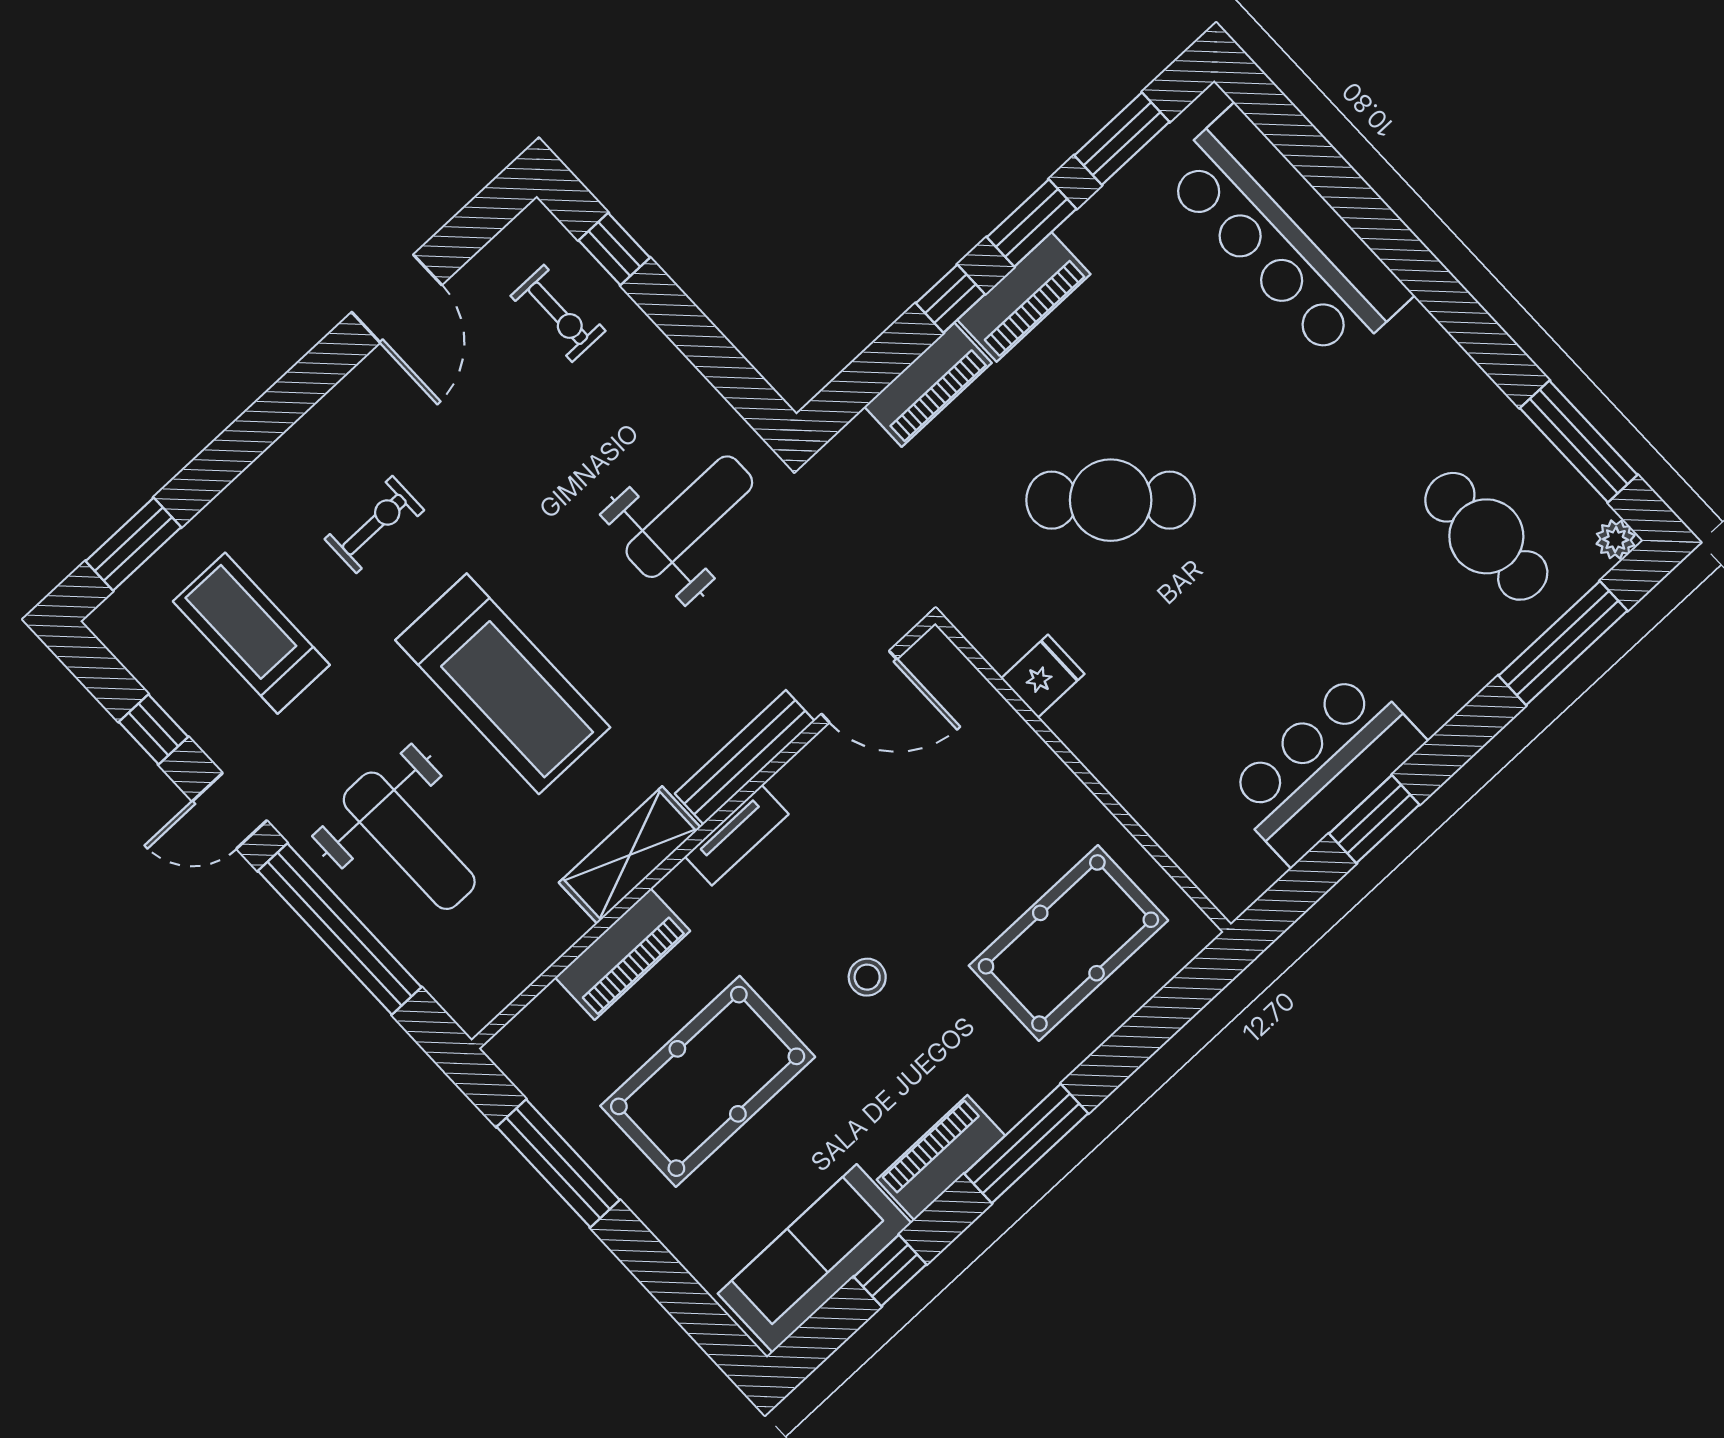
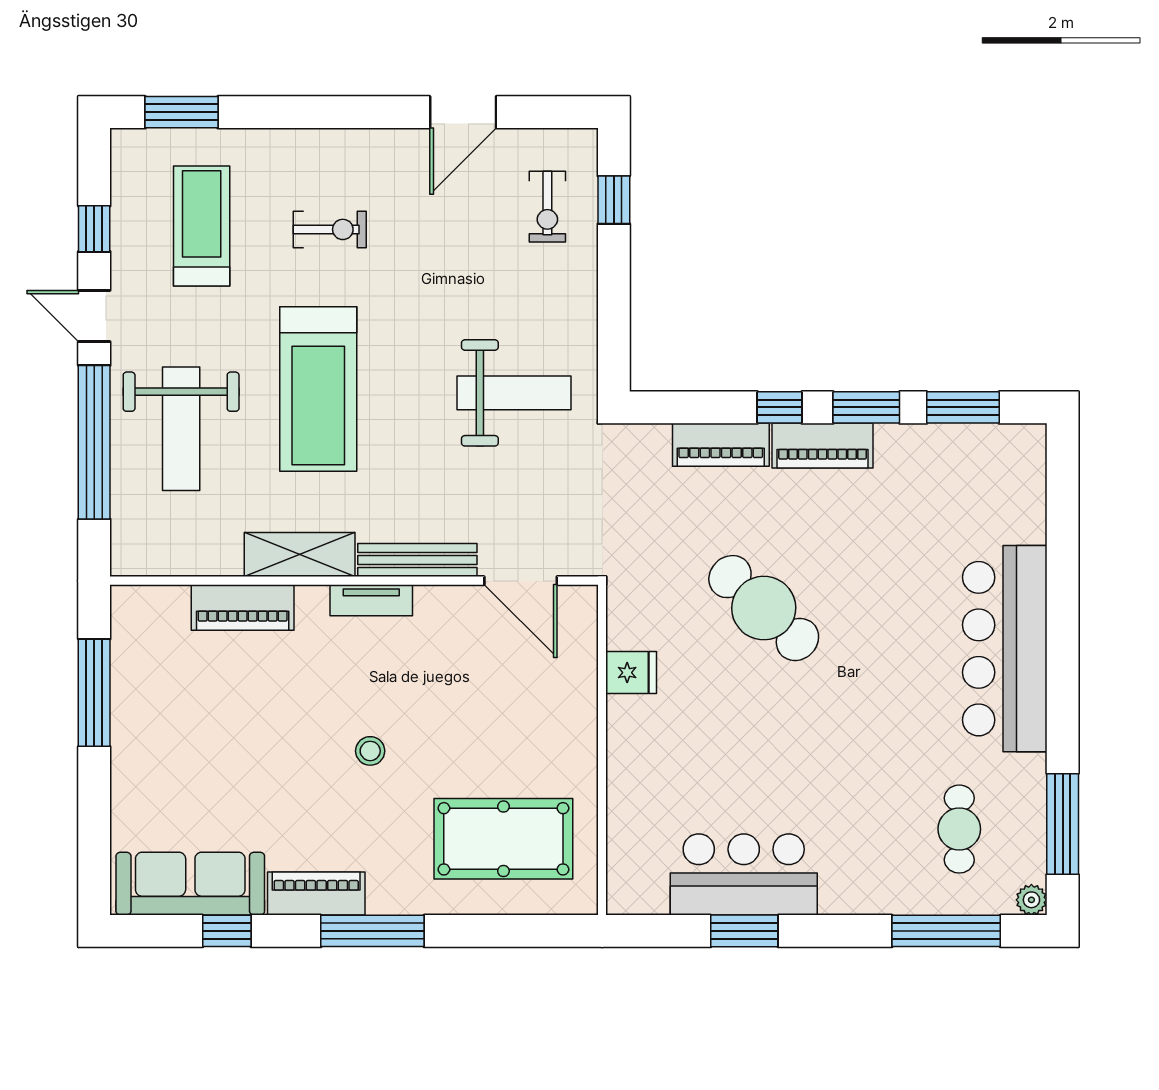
bar counter: (1285, 235) -> (1005, 649), moved
cafe table: (1486, 536) -> (959, 829), width x0.73, depth x0.74
pool table: (708, 1081) -> (223, 726), removed

